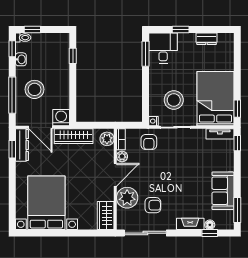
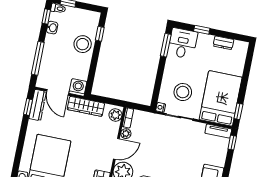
stool: (35, 89) -> (83, 44), moved
armchair: (149, 142) -> (153, 125), removed

